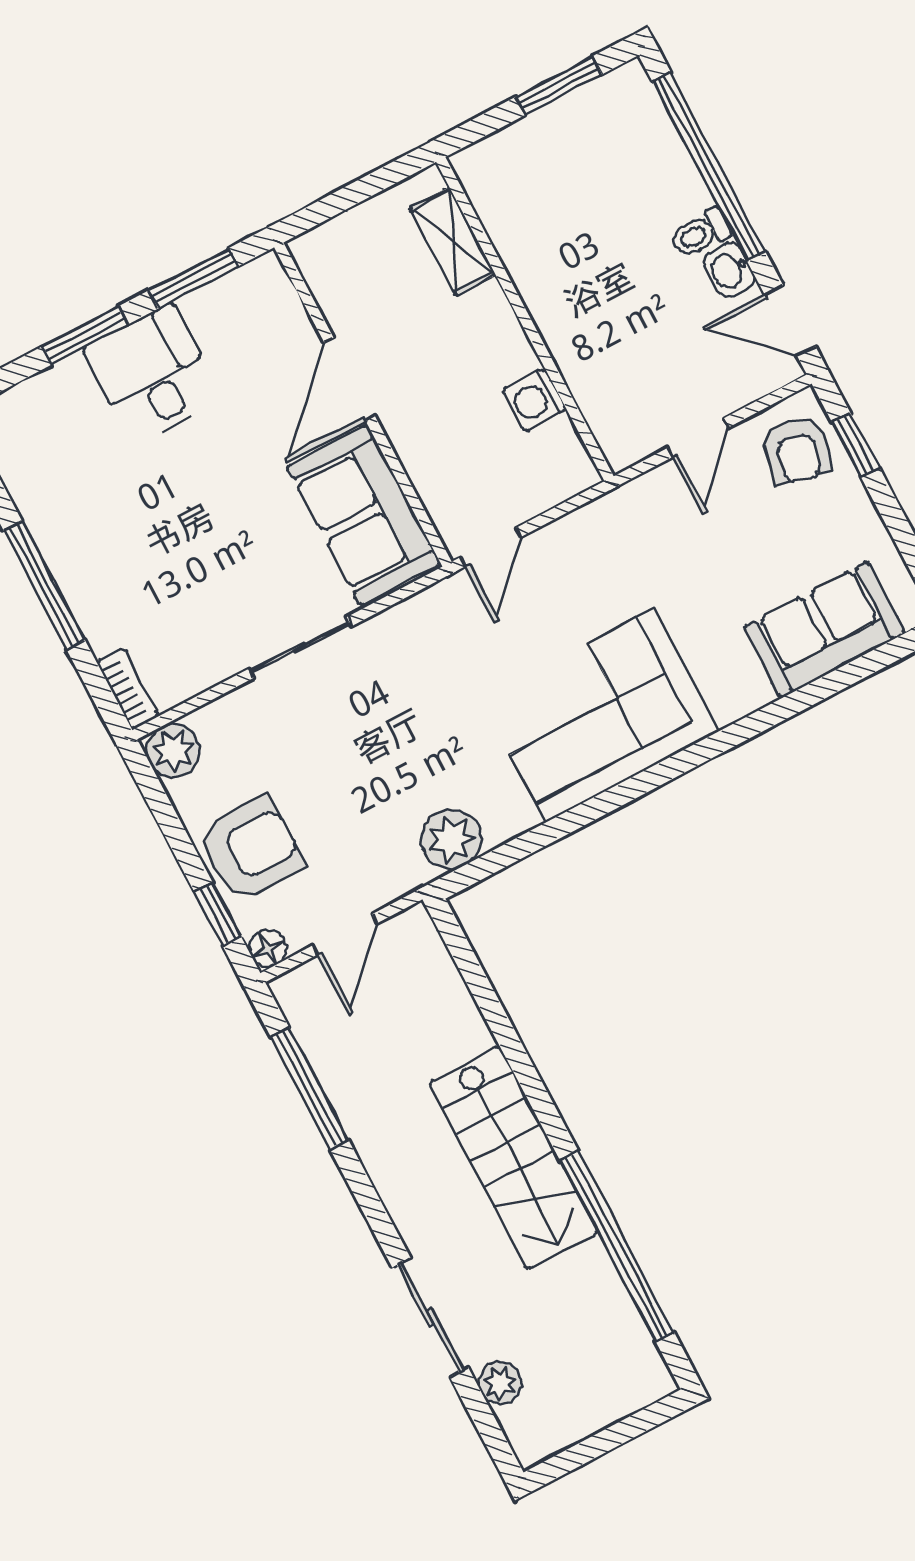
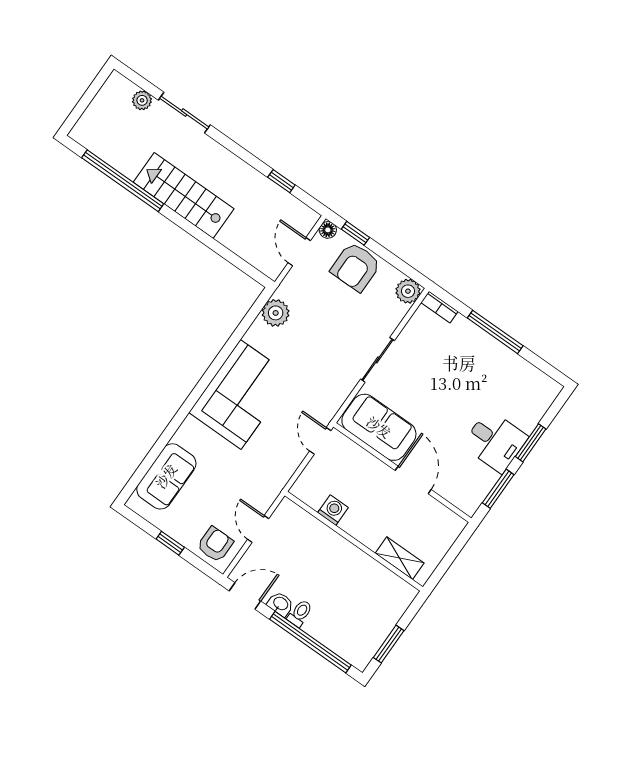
window: (856, 445) -> (170, 543), moved
armchair: (797, 450) -> (215, 544), turned 77
window: (310, 1089) -> (281, 181), width x0.46

